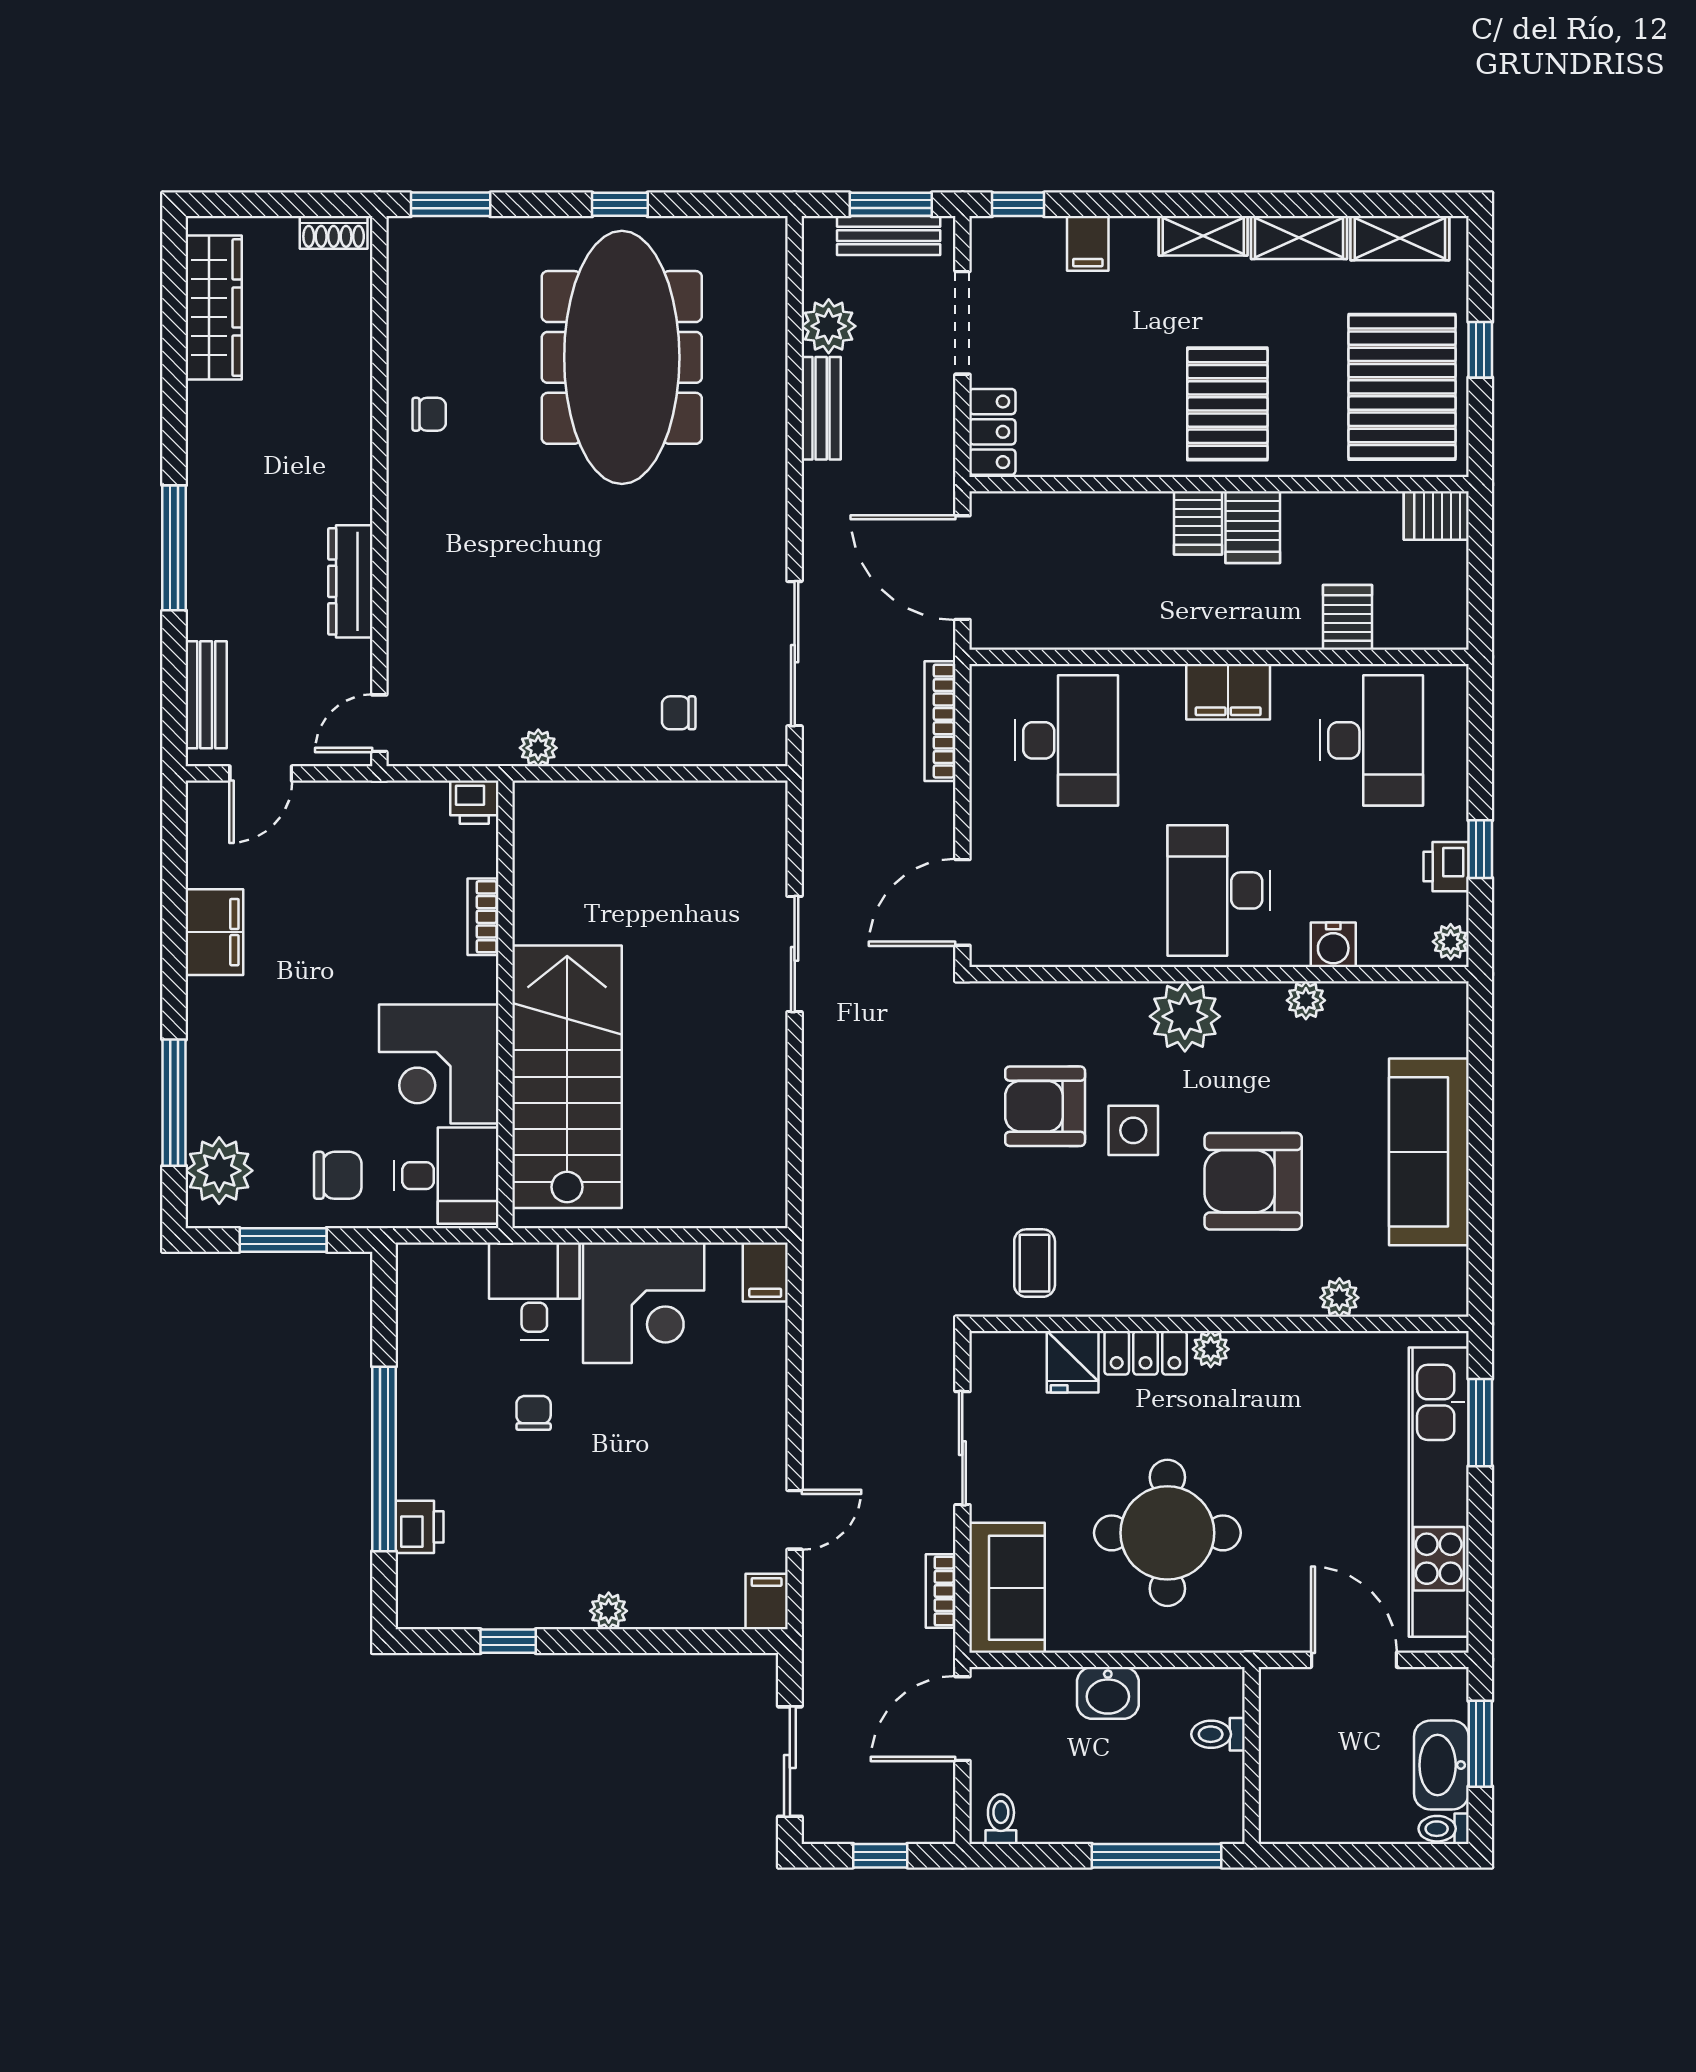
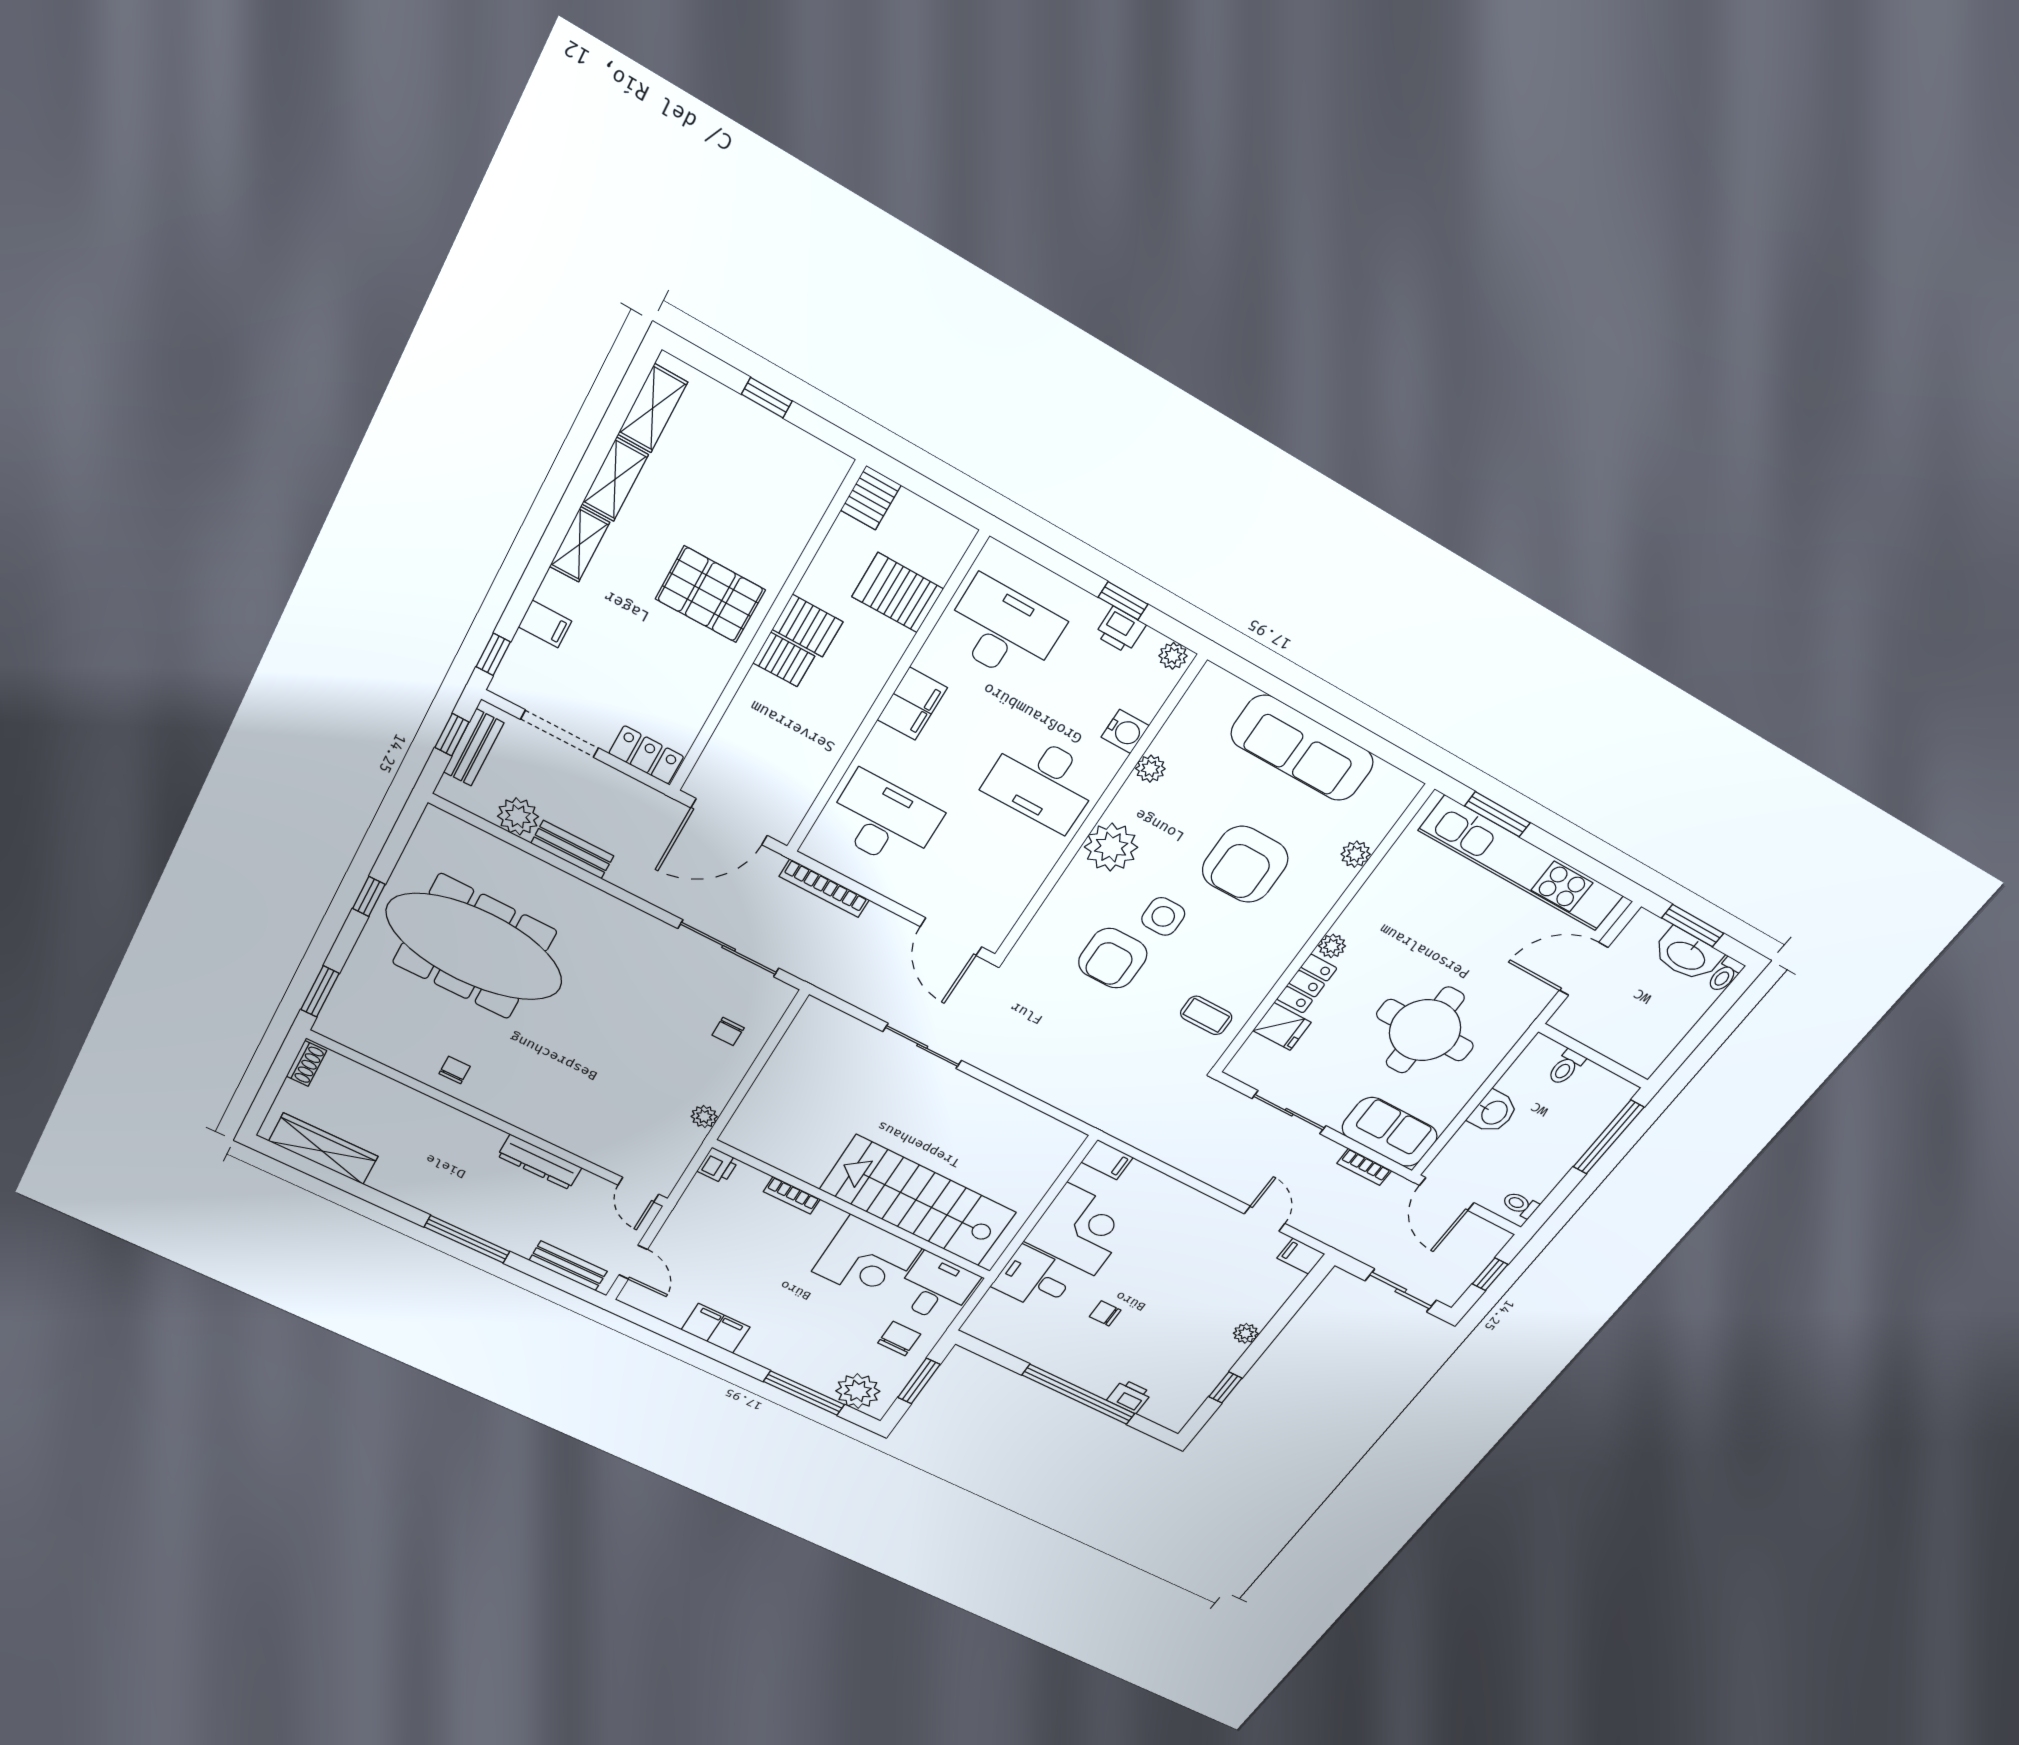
window: (891, 204) -> (452, 735), width x0.67
pallet: (1402, 387) -> (764, 469), removed
server rack: (1347, 617) -> (898, 593), width x1.36, depth x1.44

